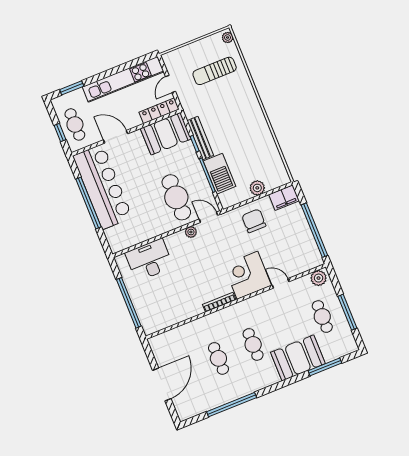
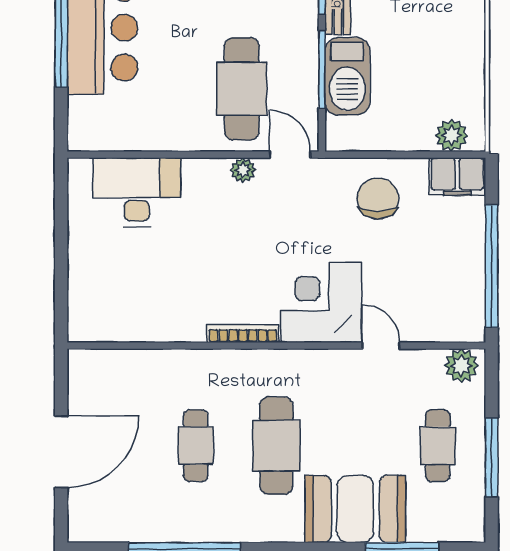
plant: (257, 188) -> (452, 135), moved
window: (129, 303) -> (61, 262), removed
cafe table: (253, 344) -> (276, 446), width x1.37, depth x1.35

